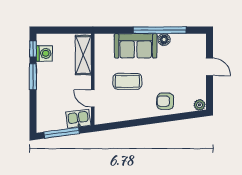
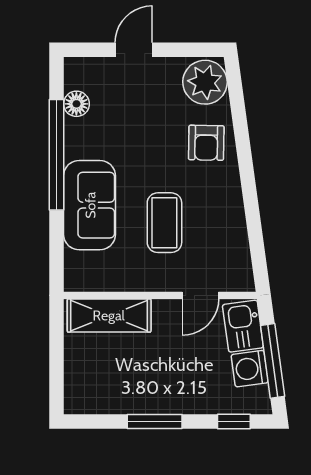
floor lamp: (164, 40) -> (76, 104), moved
window: (33, 49) -> (234, 421), moved
washing machine: (44, 53) -> (250, 369), moved, turned -98
plant: (200, 105) -> (205, 82), width x1.88, depth x1.88

